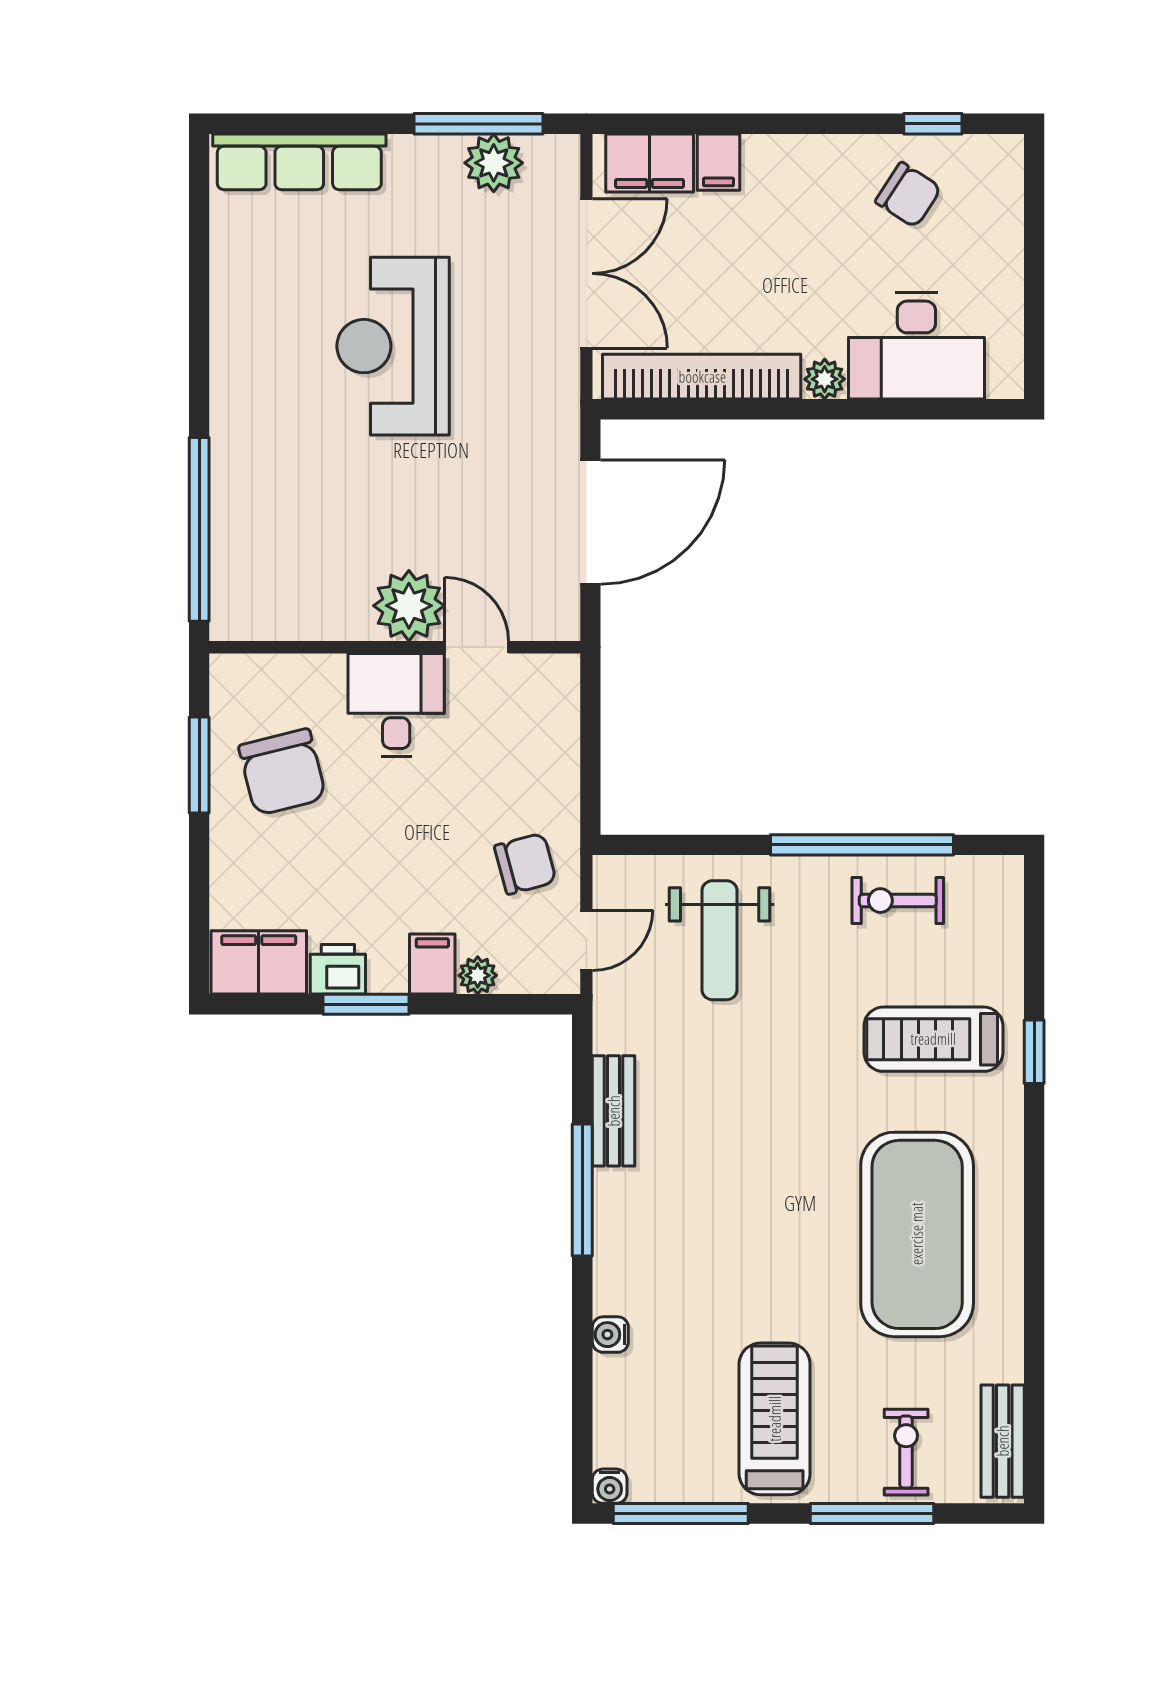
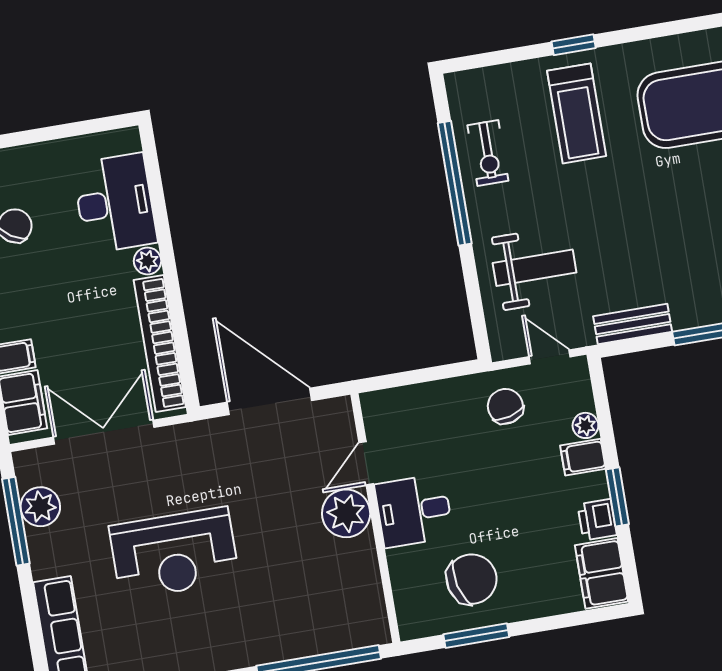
bench: (614, 1111) -> (633, 324), moved

